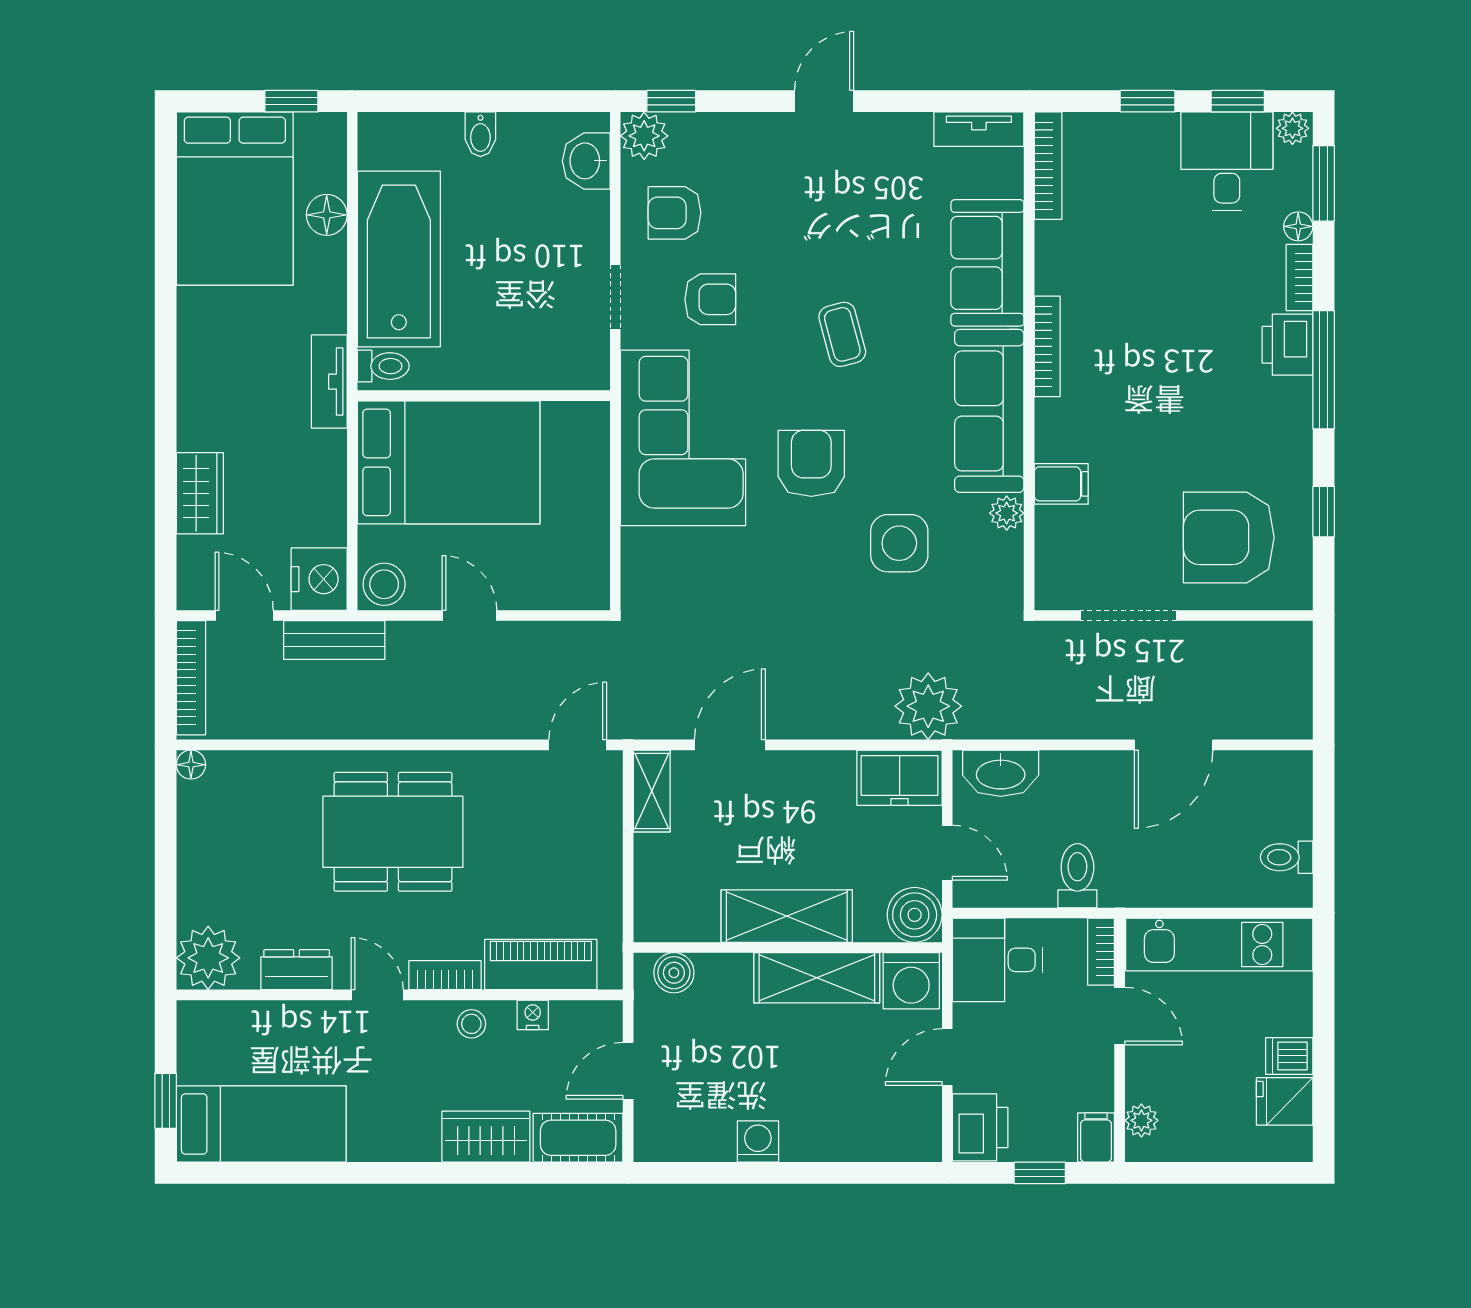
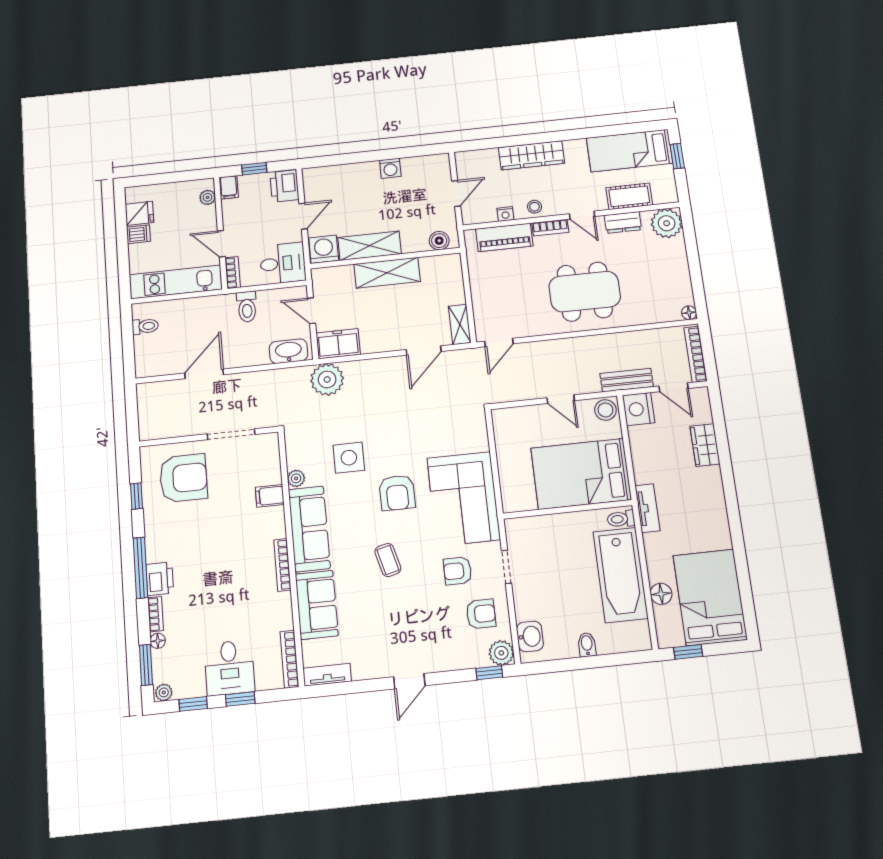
desk: (1227, 161) -> (229, 668), moved
boiler: (915, 915) -> (325, 280), removed
wardrobe: (486, 1137) -> (531, 155), width x1.50
cot: (578, 1138) -> (629, 196), moved

